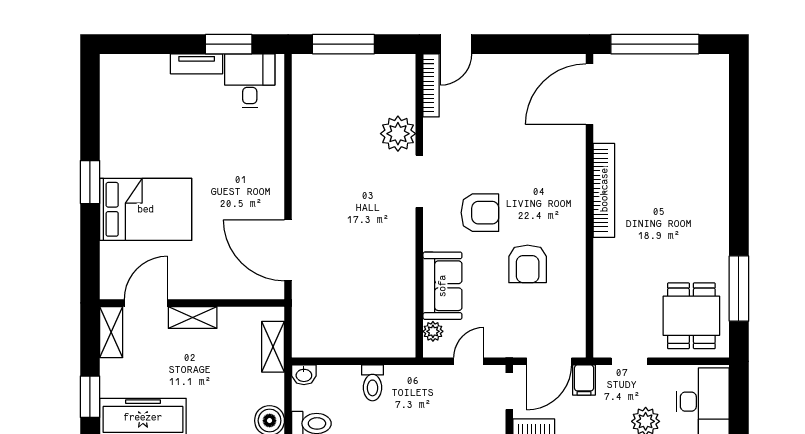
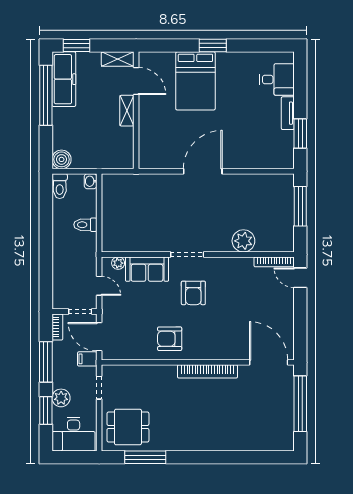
desk: (250, 81) -> (277, 79), moved
doorway: (419, 181) -> (187, 254), moved
door: (288, 250) -> (203, 171), moved
armchair: (528, 264) -> (170, 339), moved
shelving: (273, 347) -> (108, 162), removed

